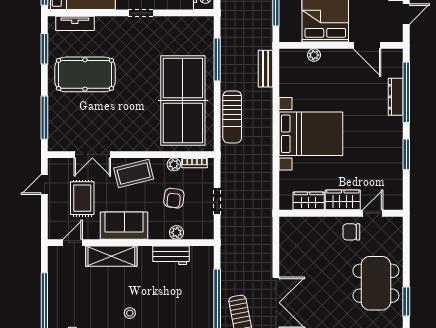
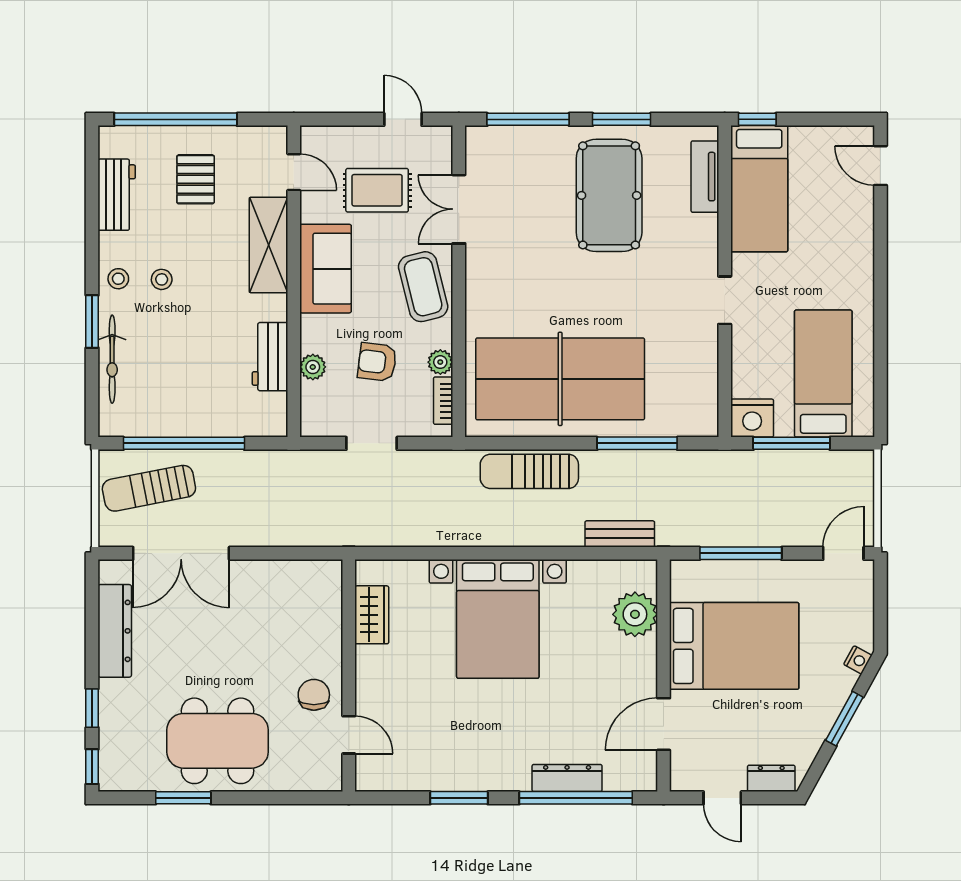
window: (44, 49) -> (622, 119), moved
plant: (314, 55) -> (635, 614), width x1.88, depth x1.88
wardrobe: (343, 200) -> (374, 679), removed
pallet: (76, 295) -> (196, 179), added

